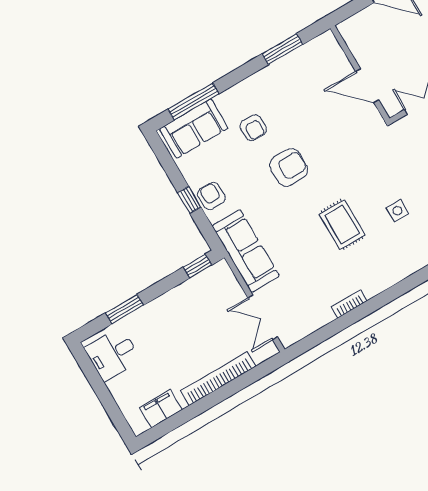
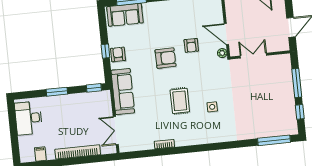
plant: (374, 119) -> (222, 53), added
armchair: (253, 128) -> (191, 45), moved
window: (125, 309) -> (57, 92), moved
desk: (113, 354) -> (29, 118), width x1.37
filing cabinet: (161, 409) -> (40, 154), width x0.50

